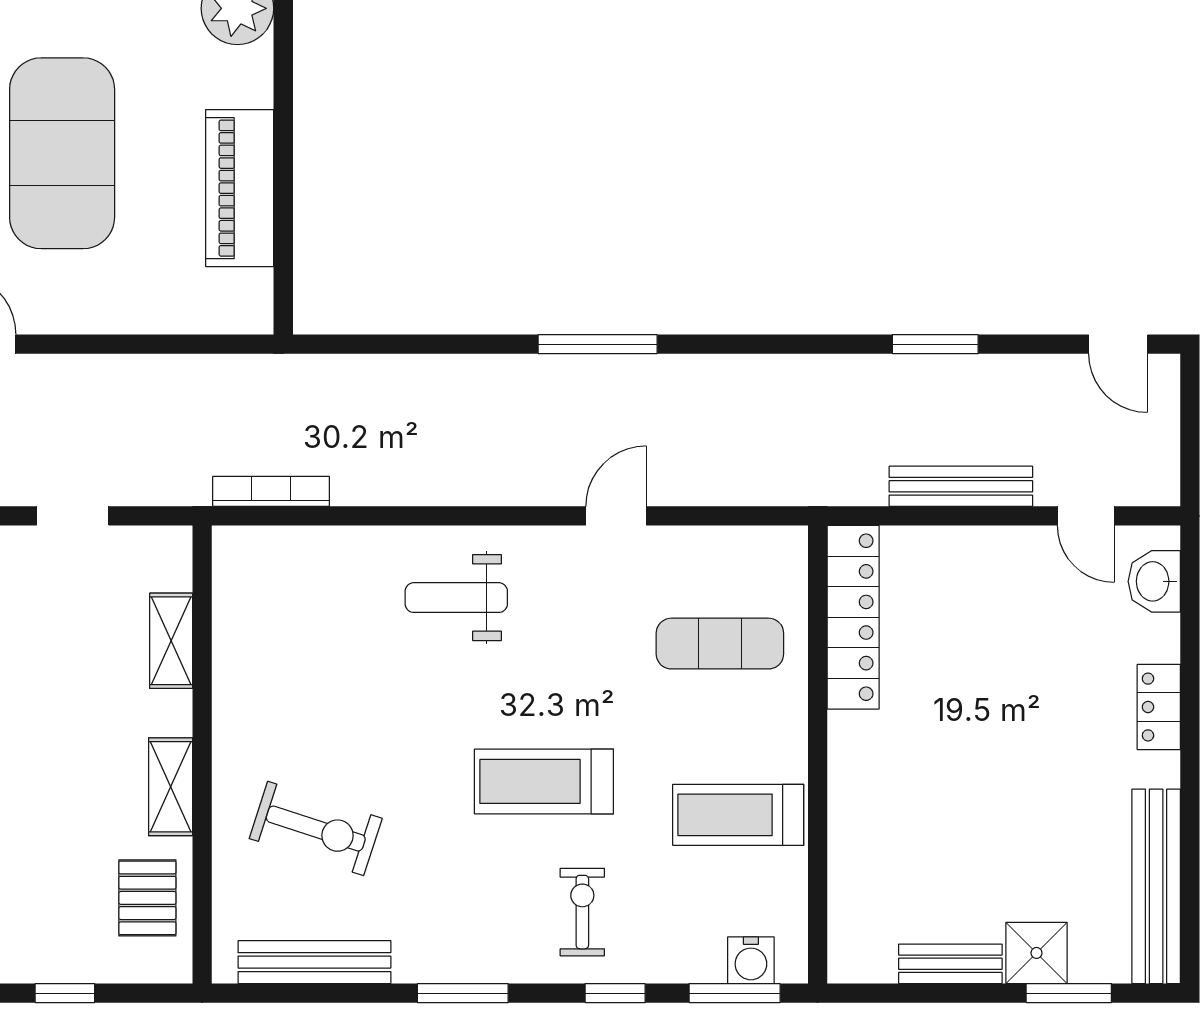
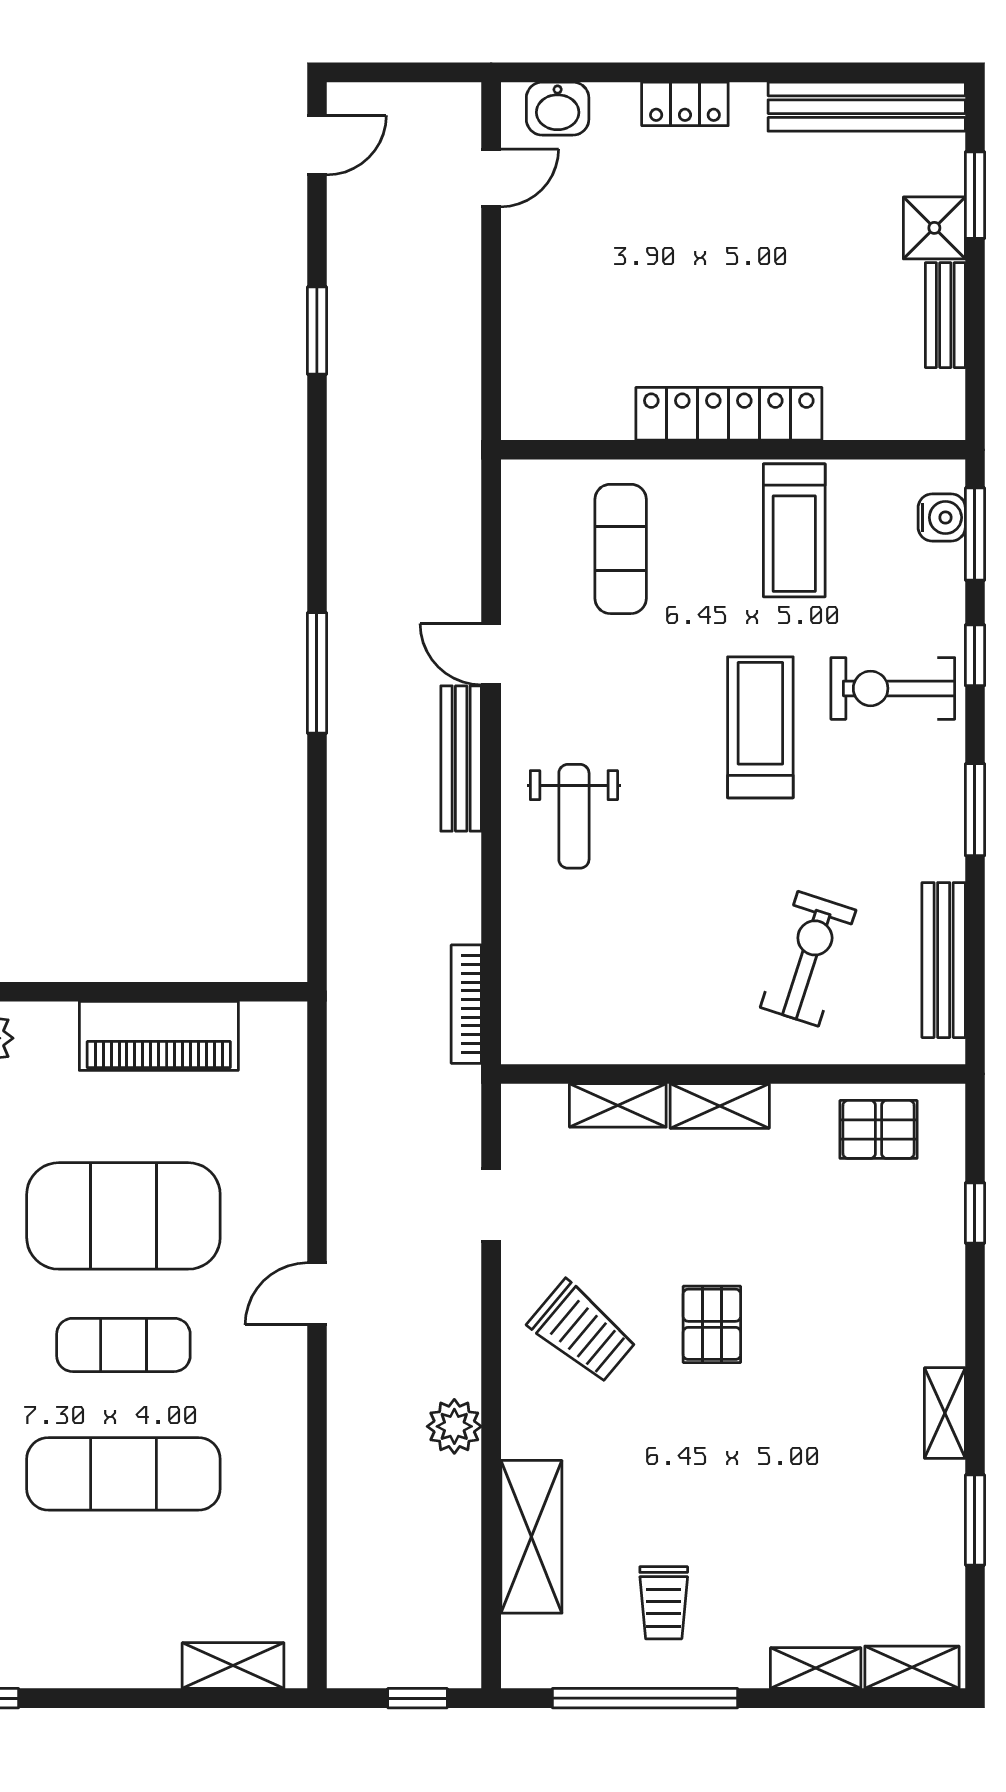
bench: (961, 486) -> (461, 758), moved
locker: (853, 617) -> (729, 414), moved
treadmill: (544, 781) -> (760, 727), turned 180
shelving: (171, 787) -> (720, 1106), moved
exercise bike: (582, 912) -> (893, 688), width x1.38, depth x1.39

